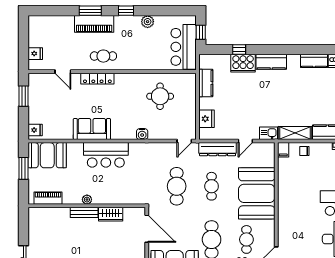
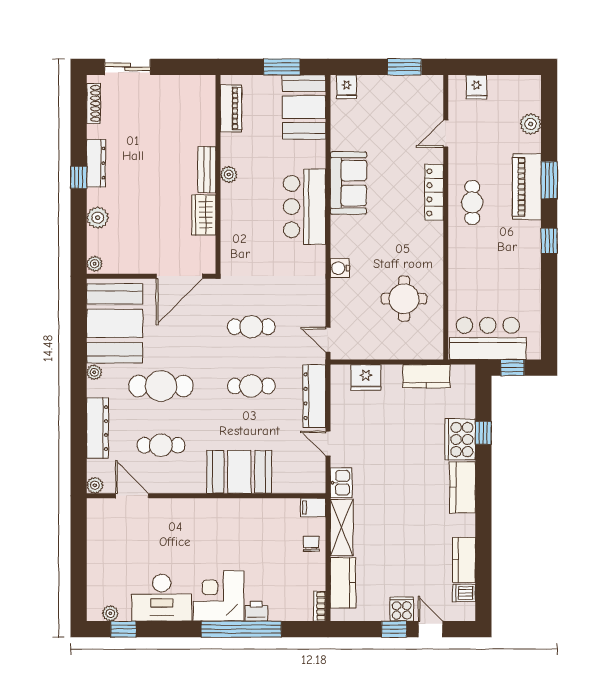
plant: (148, 22) -> (531, 124), moved
cafe table: (177, 186) -> (251, 327), width x0.73, depth x0.74
booth: (257, 193) -> (239, 472), width x0.73, depth x0.70

